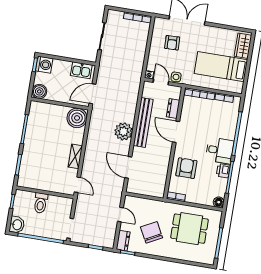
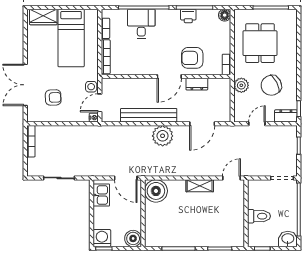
dresser: (173, 109) -> (197, 84), moved
door: (176, 132) -> (169, 76), moved
desk: (220, 150) -> (141, 24), moved
plant: (156, 207) -> (241, 85), added

